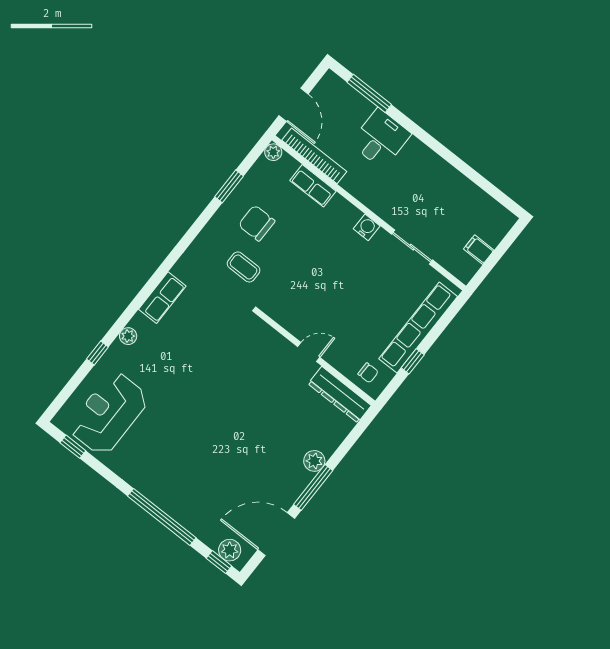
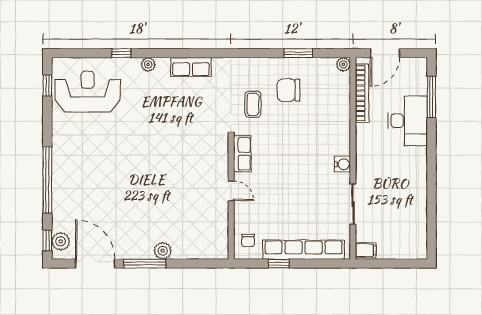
desk: (381, 139) -> (408, 121), width x1.37
row of seats: (313, 186) -> (242, 154), moved, turned 180
chair: (257, 223) -> (288, 90), turned -90
filing cabinet: (479, 250) -> (366, 250), moved, turned 90
dresser: (340, 395) -> (219, 233), removed

